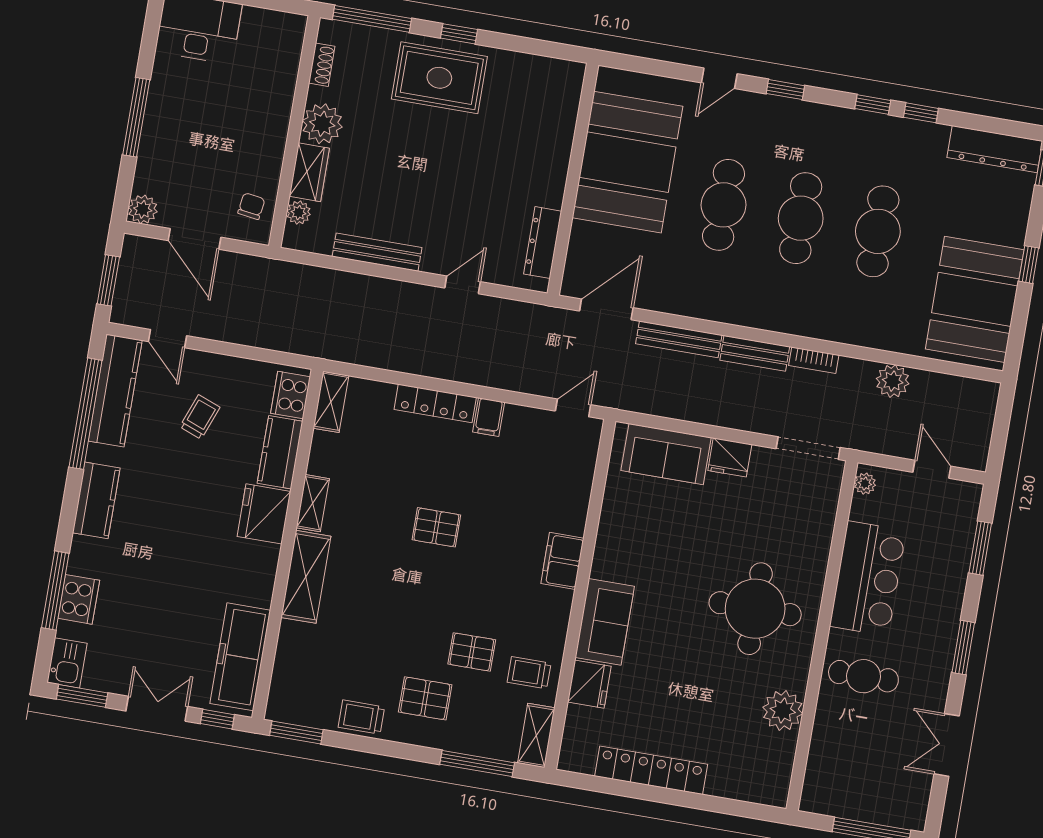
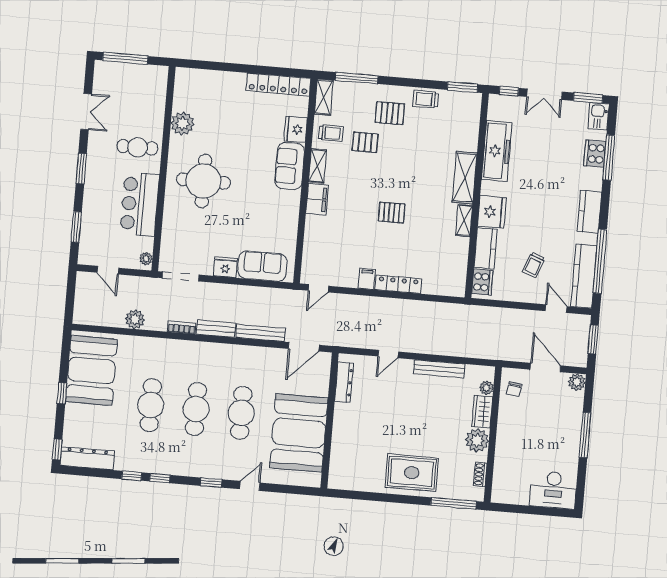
window: (459, 34) -> (402, 499), removed
shelving: (331, 402) -> (317, 166), moved
freezer: (240, 657) -> (497, 151), moved
trolley: (361, 717) -> (426, 99), turned 180
locker: (651, 770) -> (278, 85), moved

